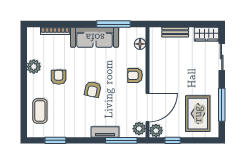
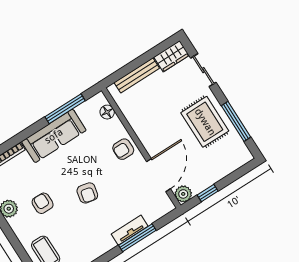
bench: (175, 32) -> (137, 75), width x1.36
rug: (198, 114) -> (205, 122), moved
plant: (139, 129) -> (164, 203), removed
window: (121, 140) -> (137, 238), moved

